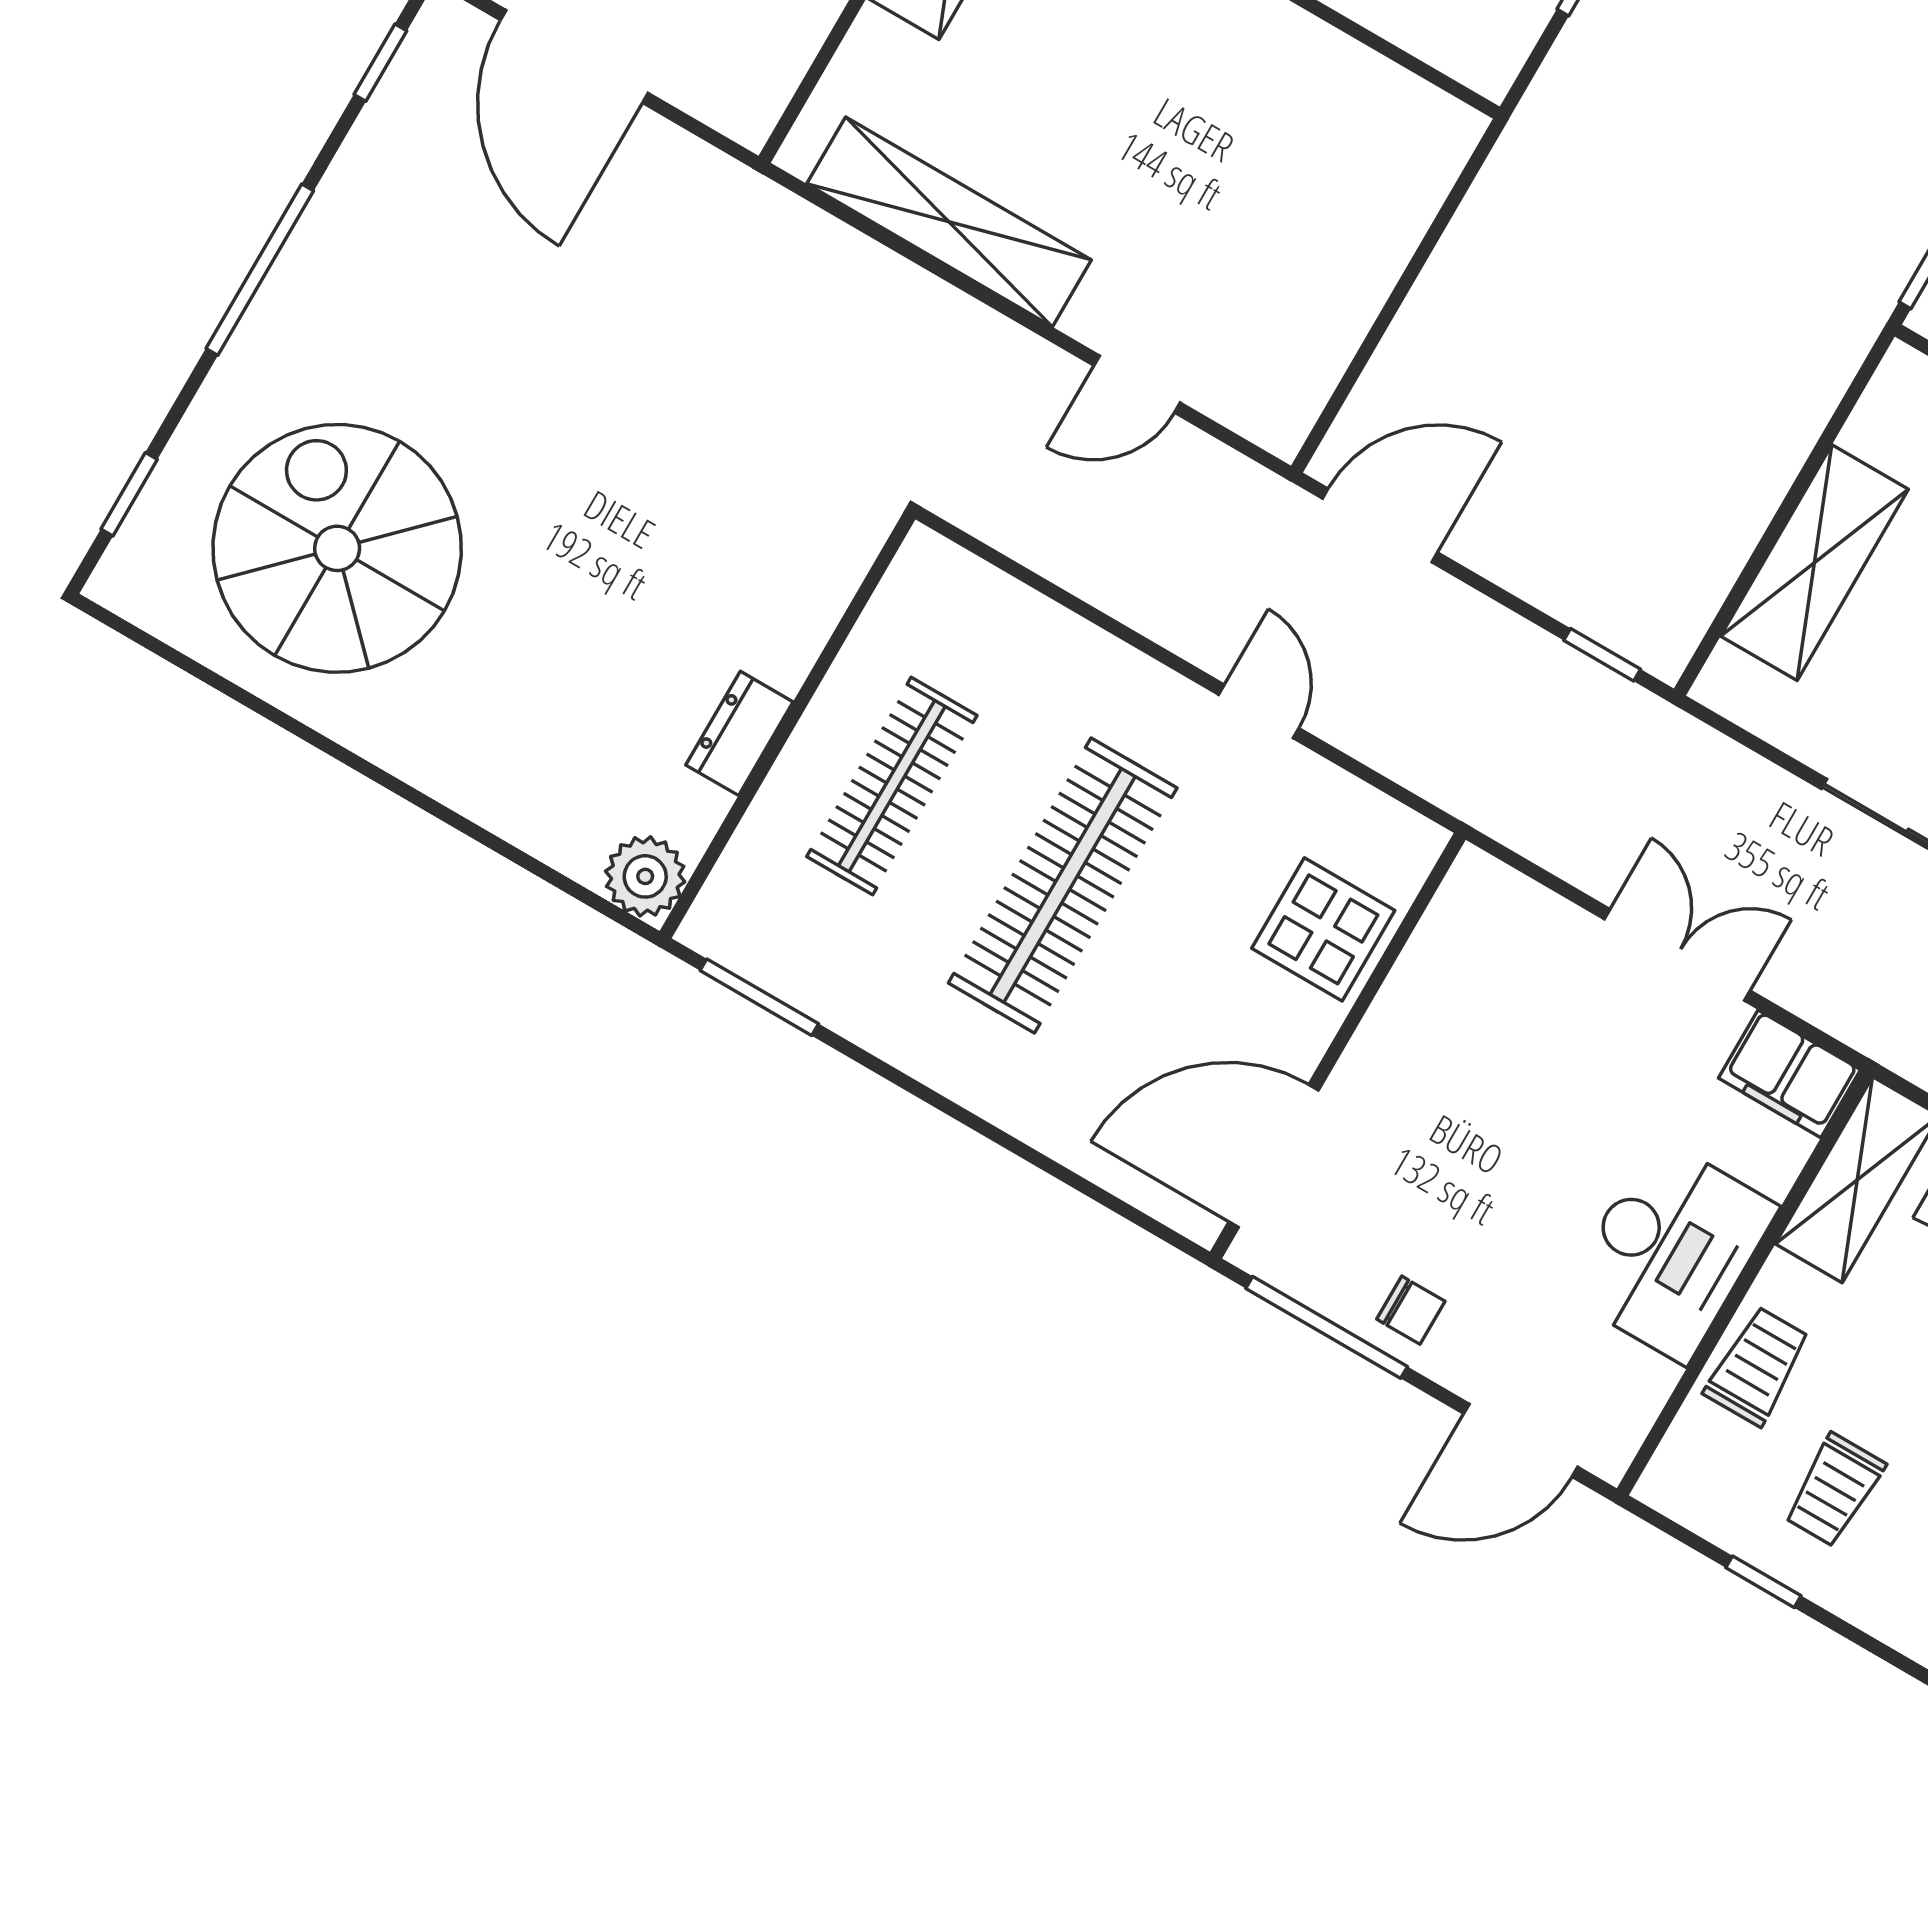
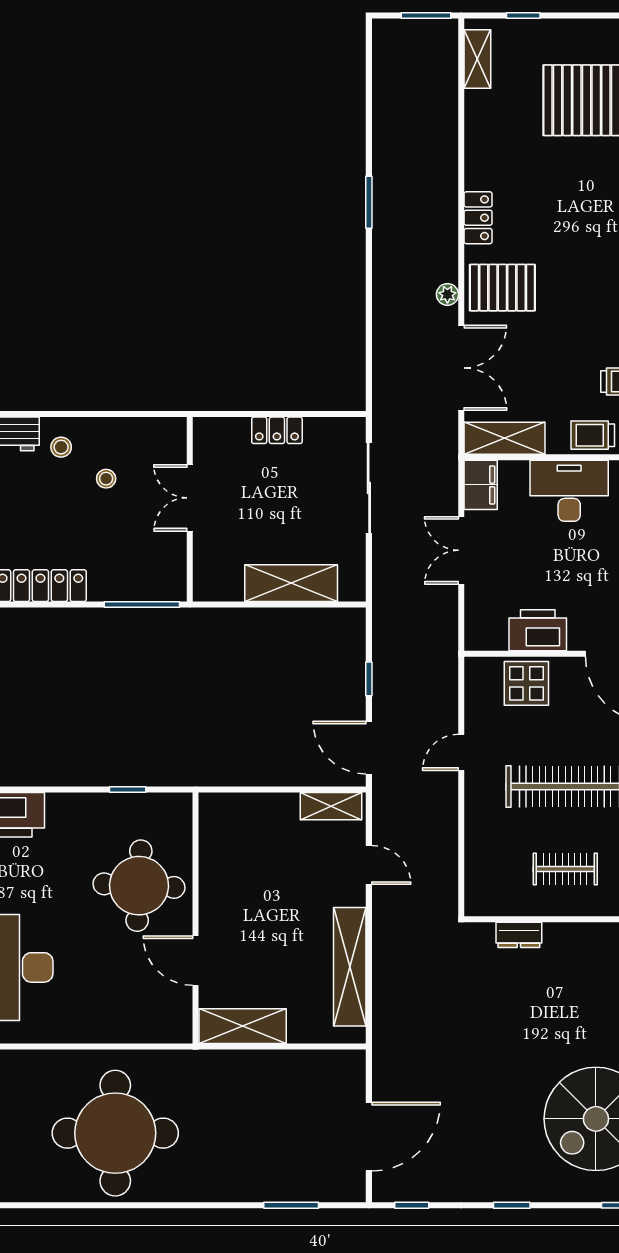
window: (260, 270) -> (512, 1205), width x0.46
shelving: (1305, 377) -> (331, 806), added
window: (1602, 655) -> (369, 679), moved
dresser: (739, 733) -> (519, 935), moved
clothes rail: (892, 786) -> (565, 869), width x0.73
printer: (1420, 1017) -> (538, 630), added

